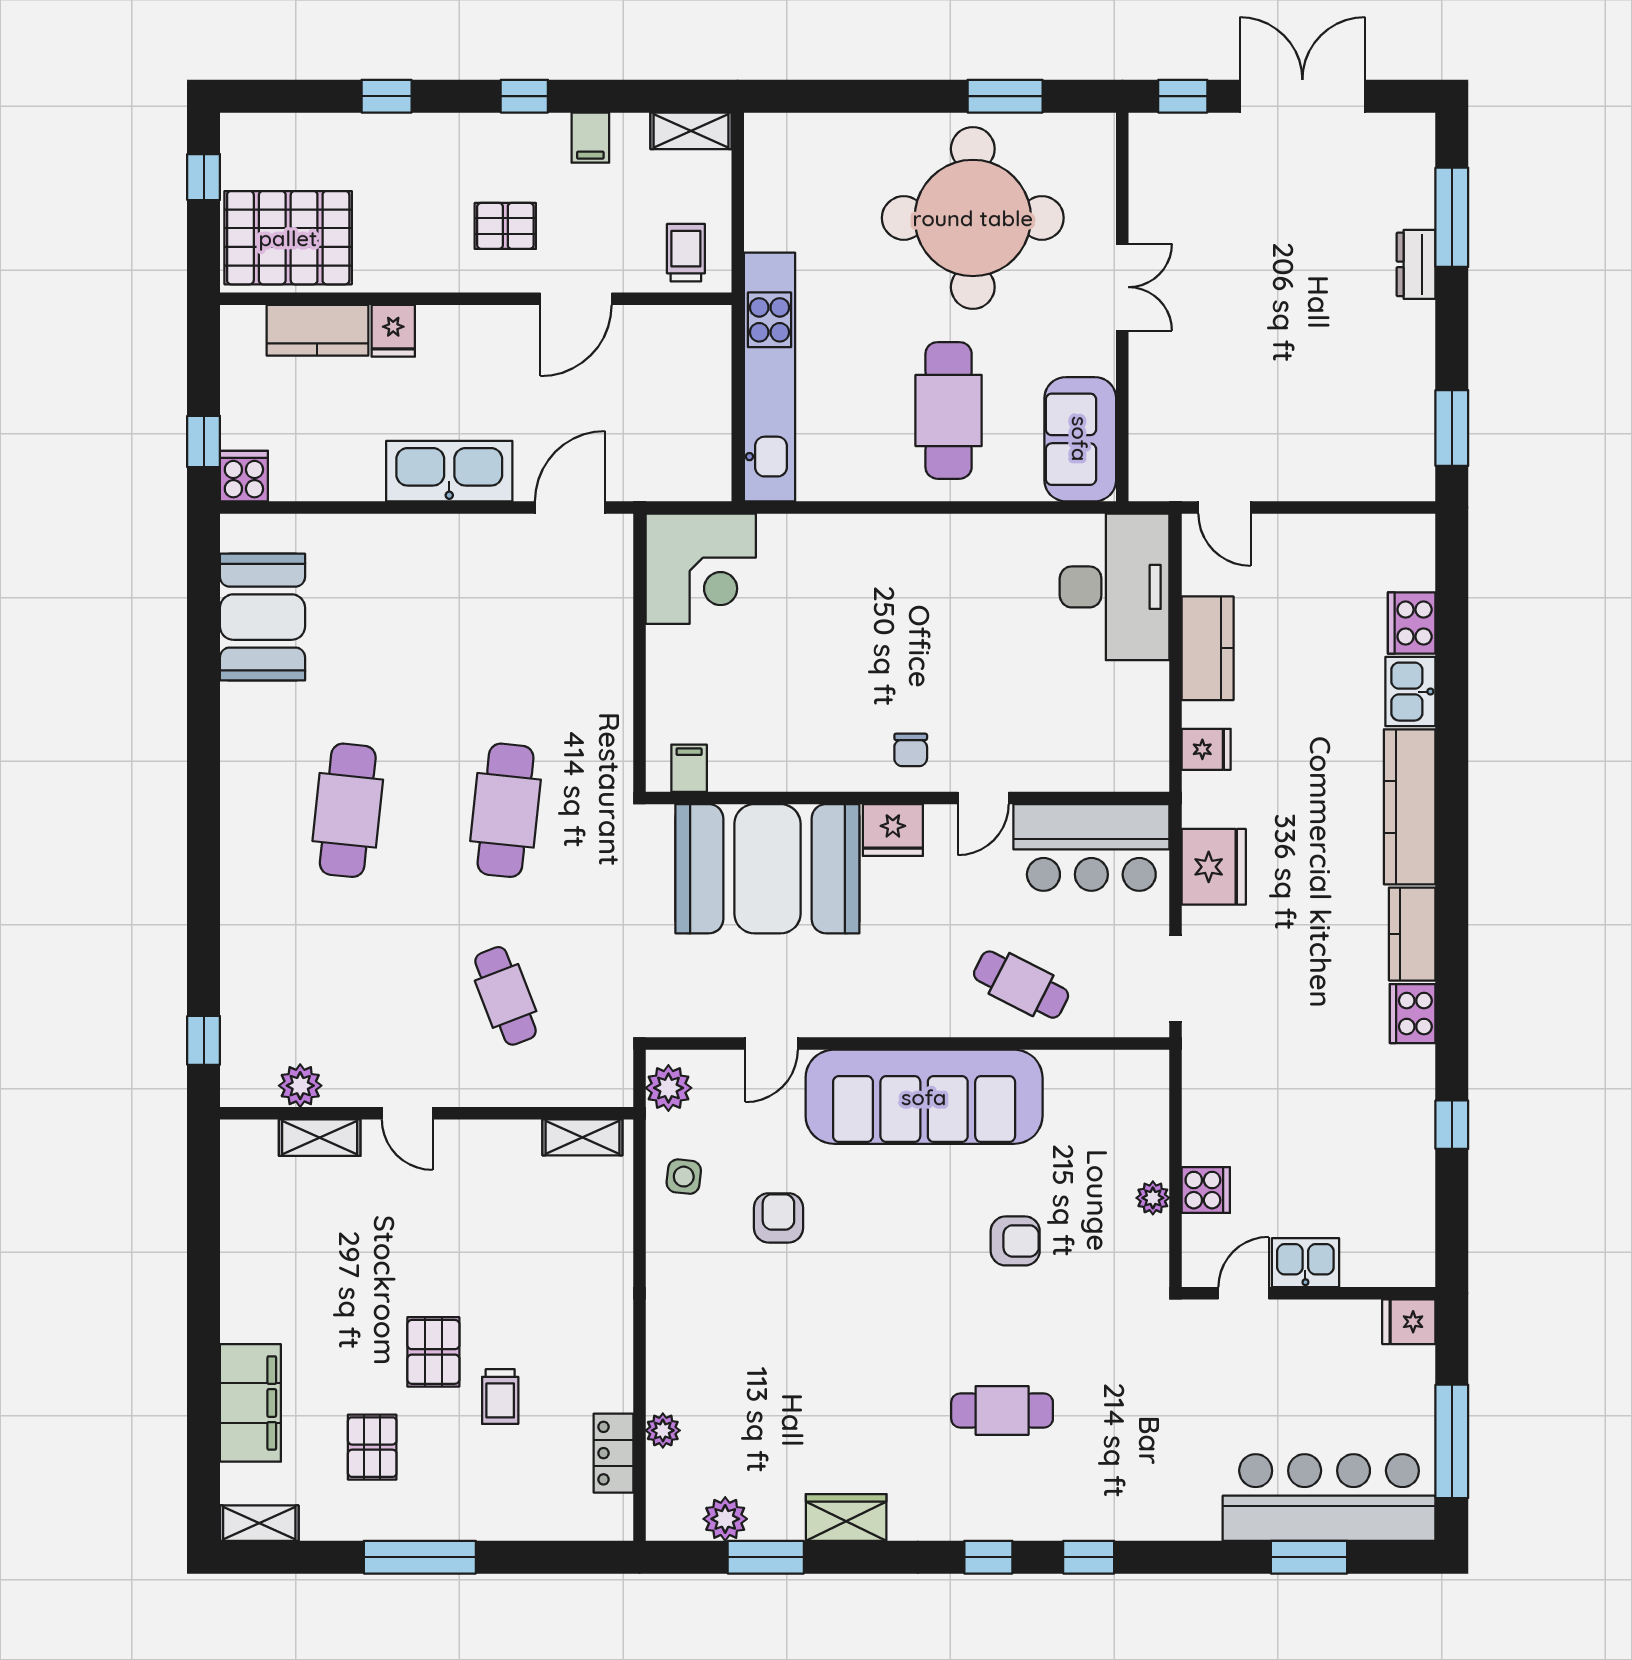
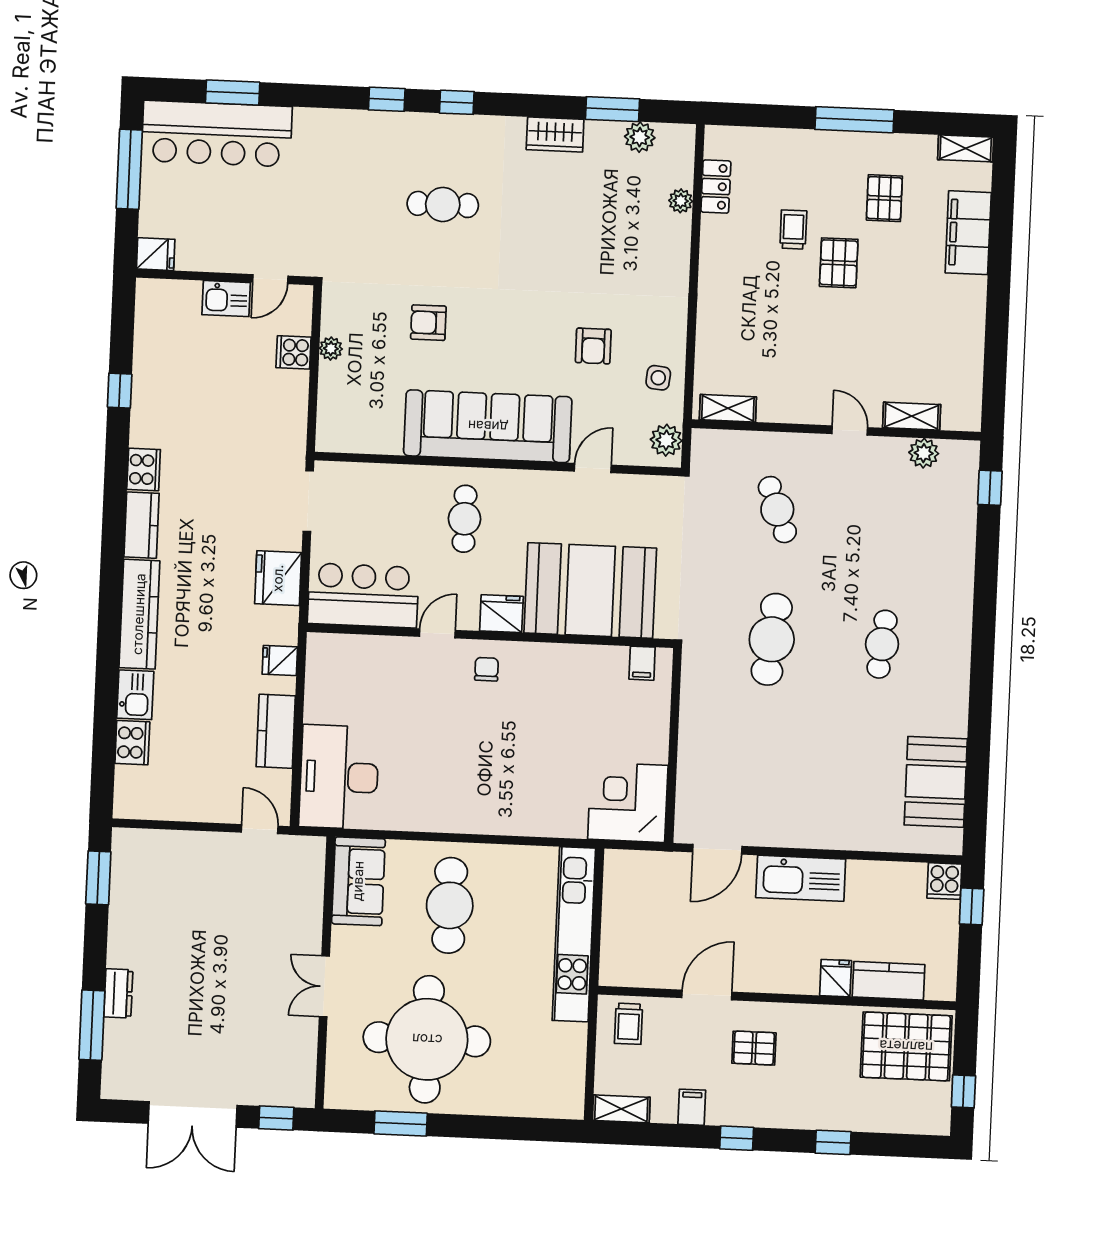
cafe table: (348, 810) -> (882, 644), width x0.73, depth x0.74
cafe table: (1021, 985) -> (465, 519), moved, turned 63

